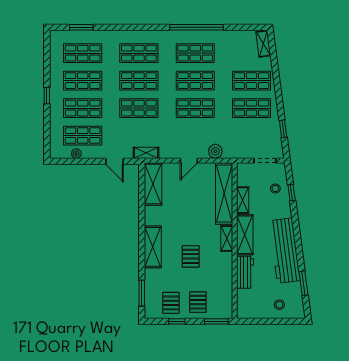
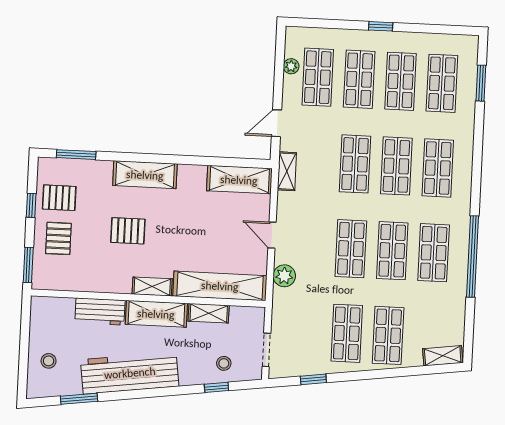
pallet: (198, 302) -> (58, 238), turned 90

